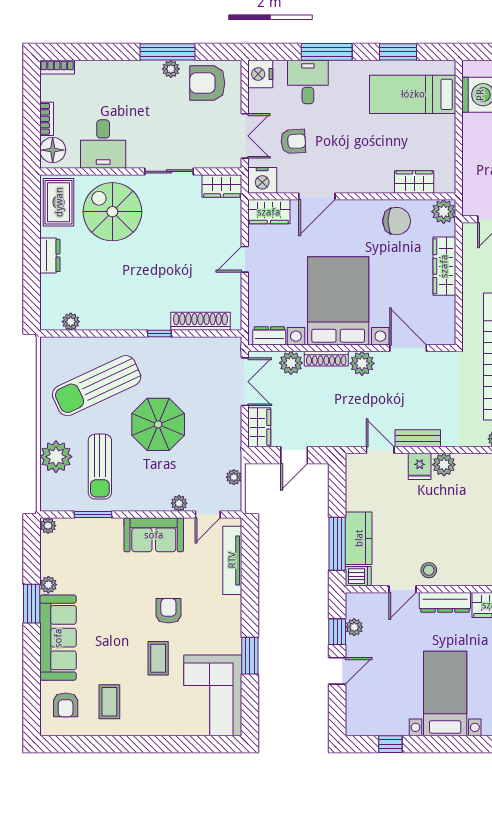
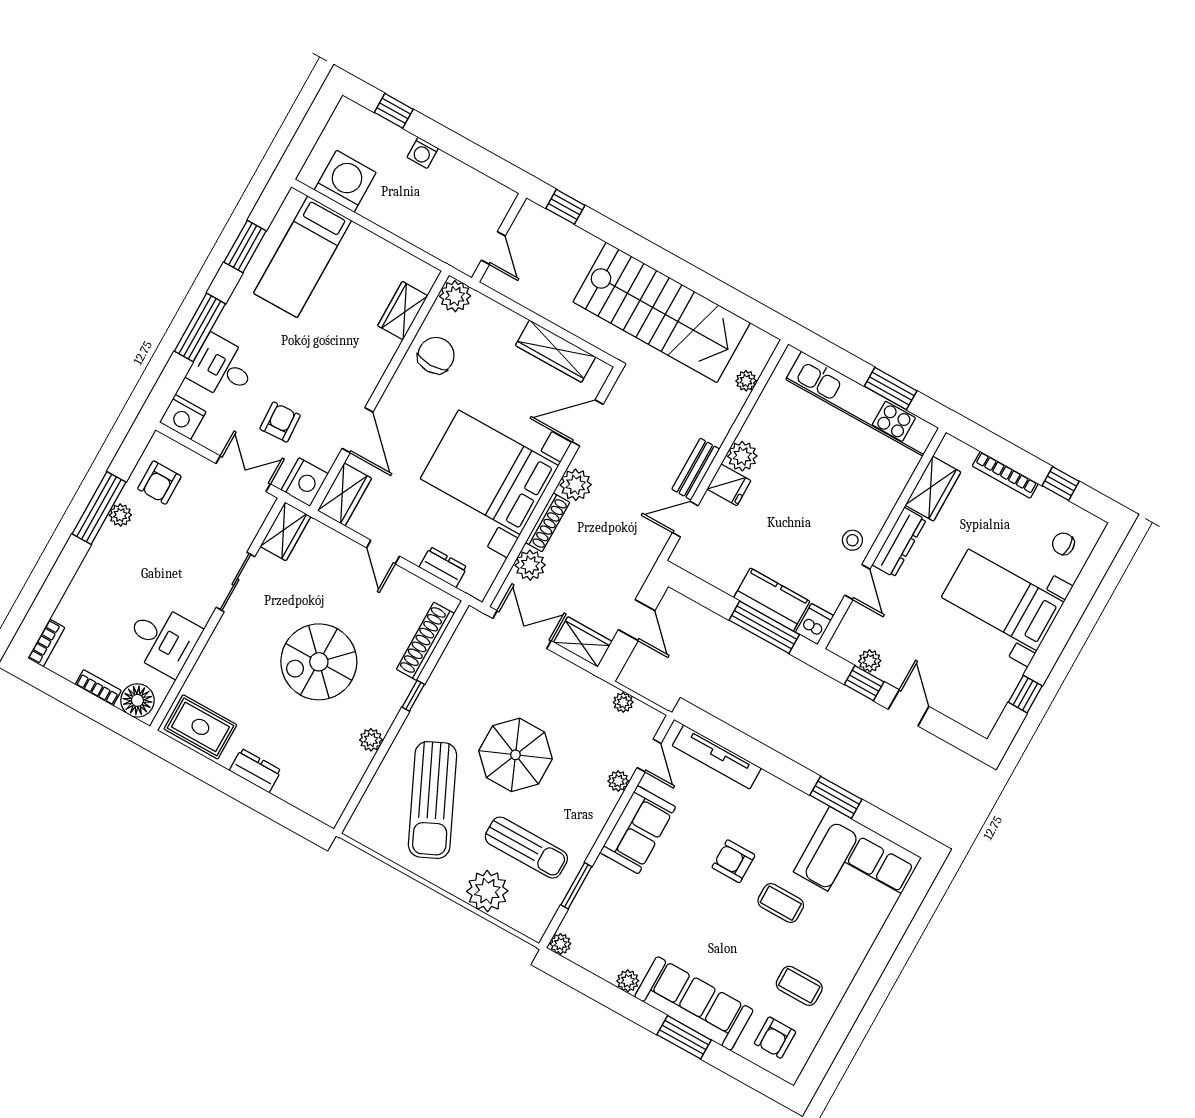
armchair: (207, 83) -> (159, 483), width x0.72, depth x0.72
spiral stairs: (112, 212) -> (319, 662), moved
wardrobe: (444, 266) -> (556, 351), moved
plant: (71, 322) -> (371, 740), moved
dresser: (269, 336) -> (443, 567), moved, turned 90
window: (32, 604) -> (684, 1037), moved
armchair: (66, 705) -> (775, 1038), turned 90

